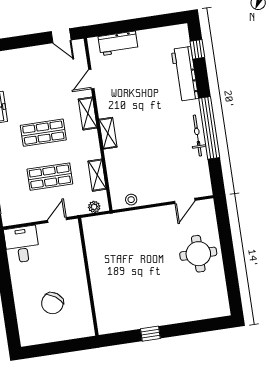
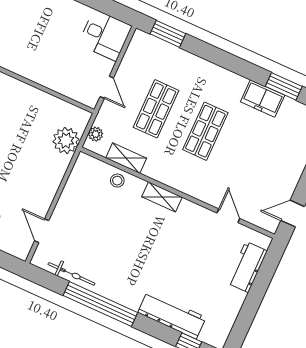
shelving: (88, 113) -> (196, 189), removed
bicycle: (197, 136) -> (71, 274), moved
stool: (131, 200) -> (117, 181), moved
plant: (112, 224) -> (66, 140), added
chair: (52, 303) -> (25, 28), removed

